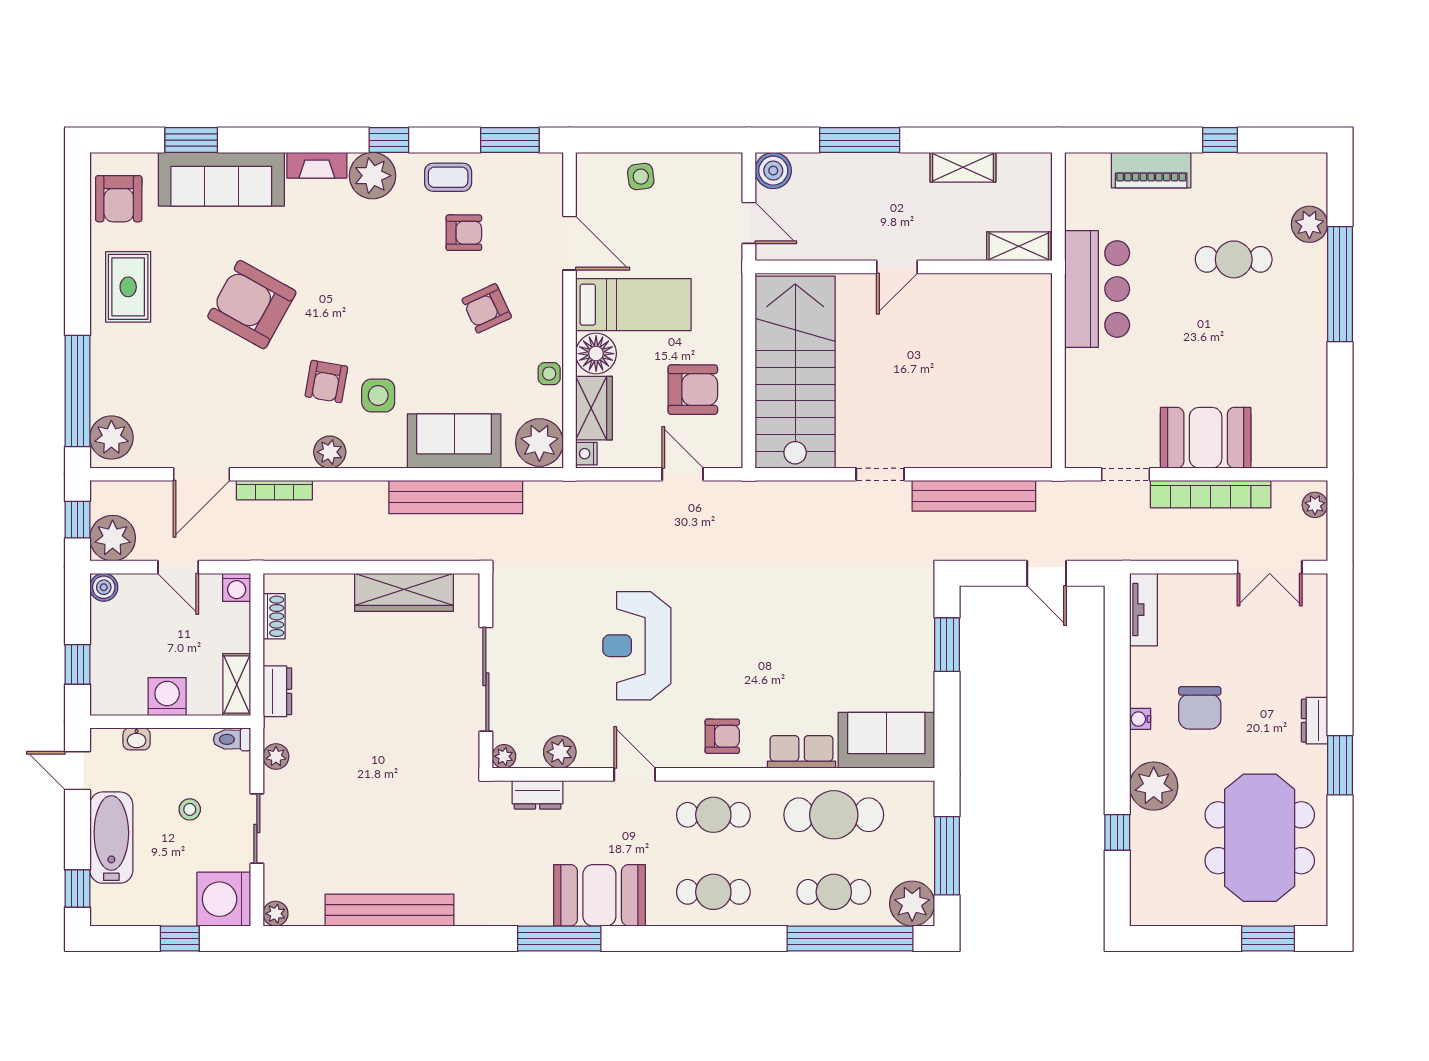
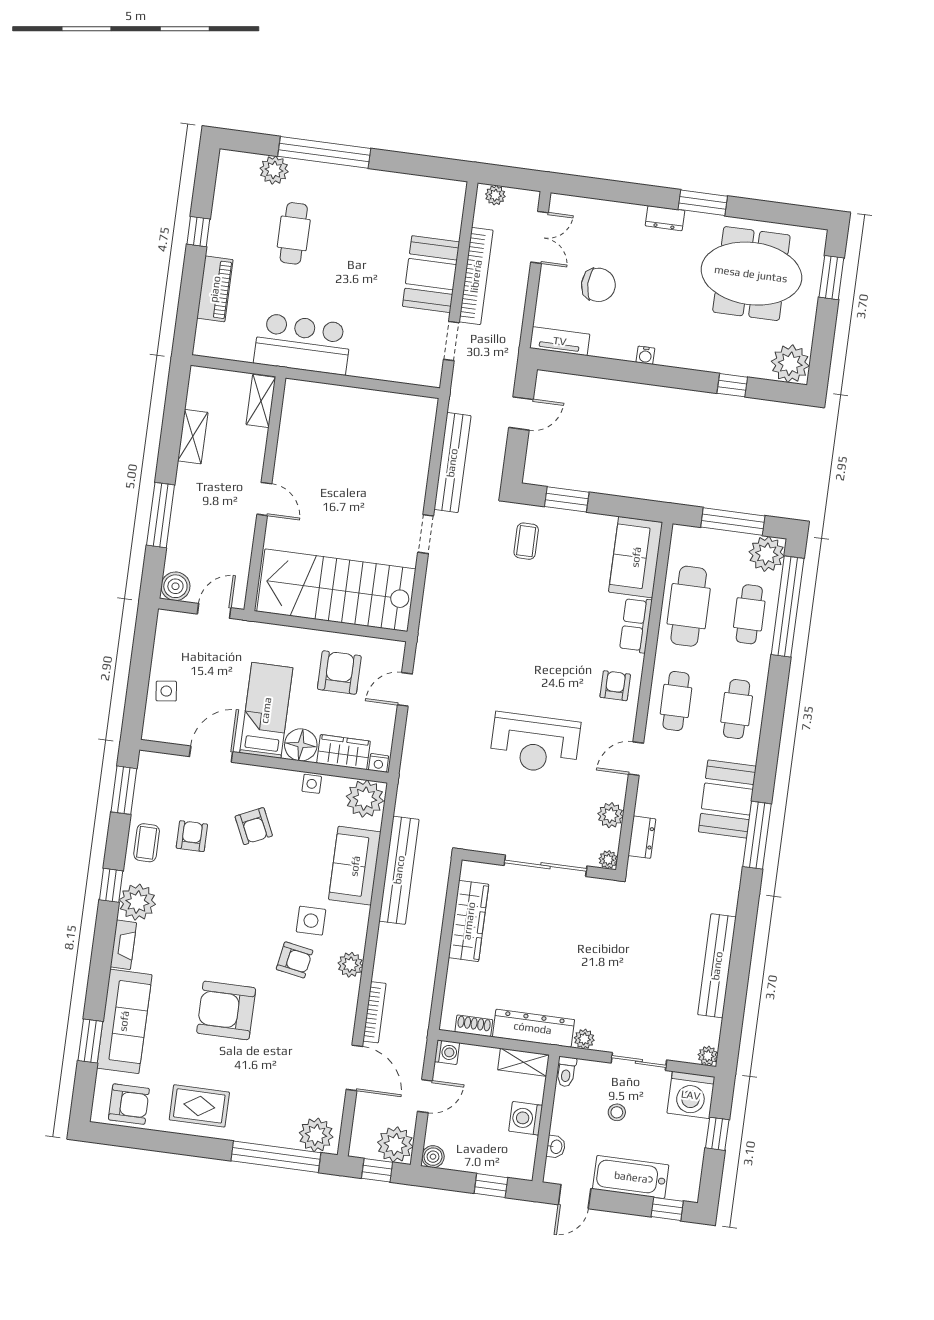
armchair: (252, 305) -> (226, 1010), turned 61
coffee table: (888, 601) -> (526, 541), added
dresser: (277, 691) -> (533, 1028), width x1.96, depth x1.24
chair: (1200, 708) -> (598, 285), moved
plant: (1154, 786) -> (790, 364), moved

